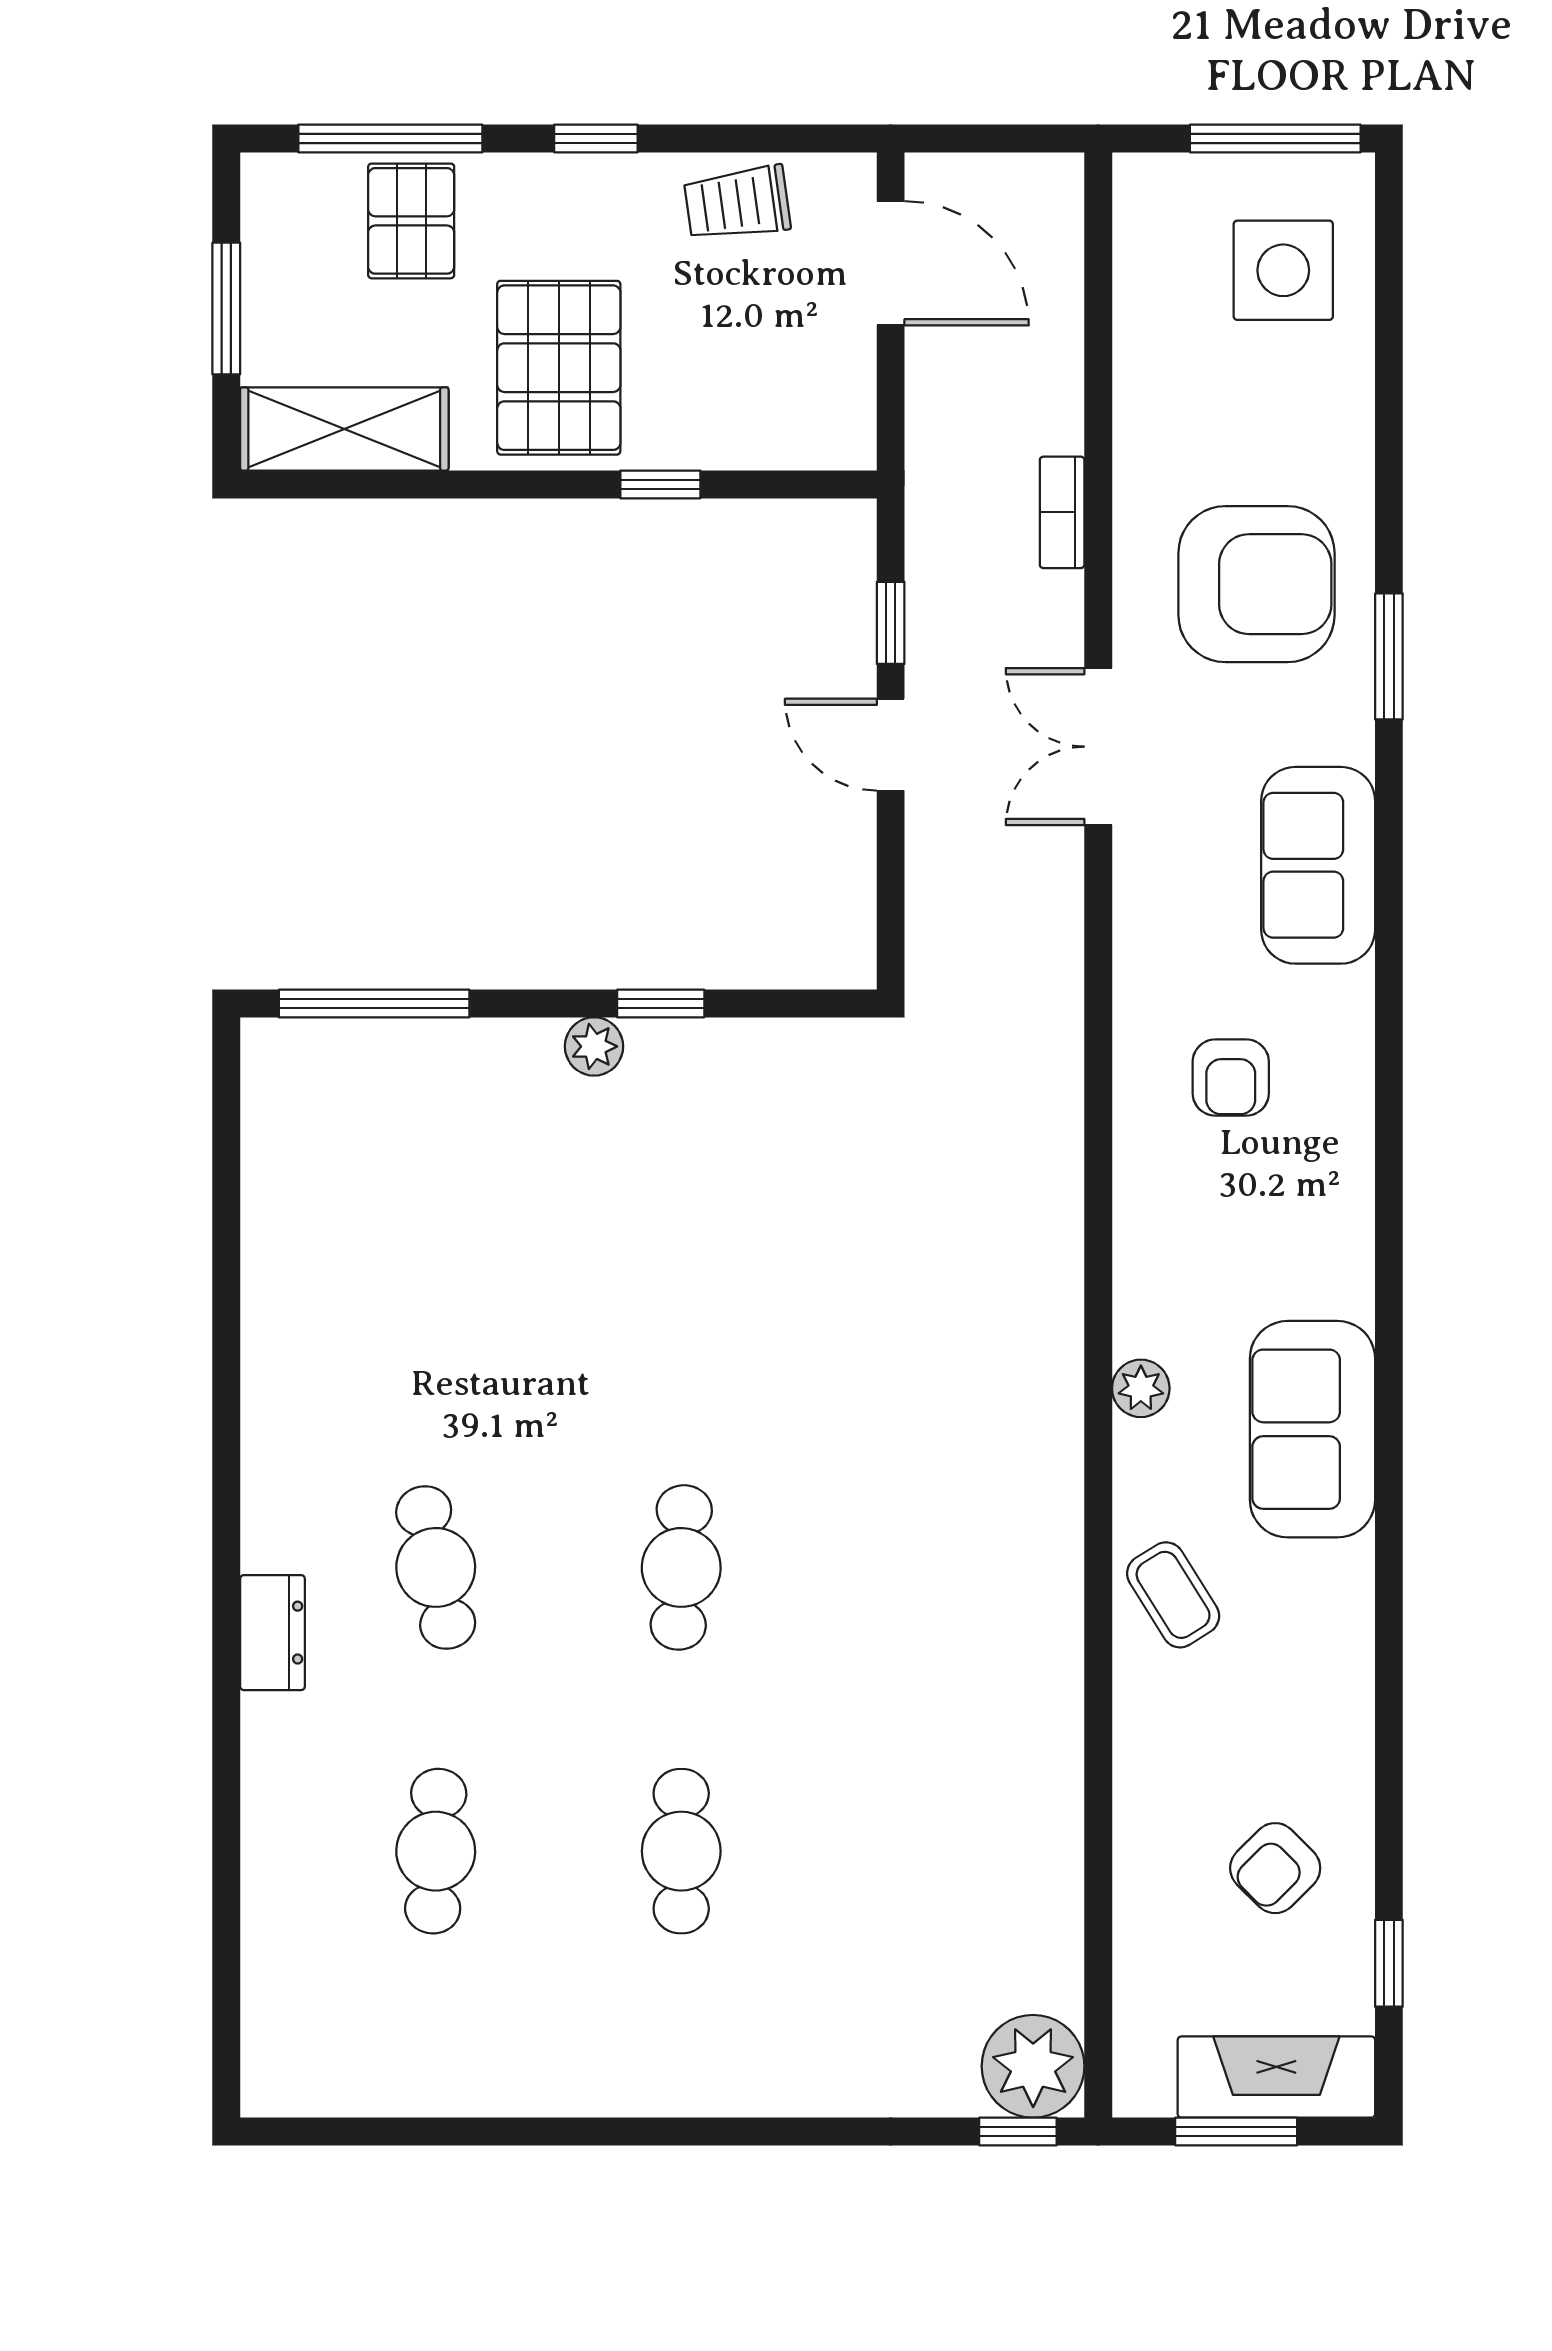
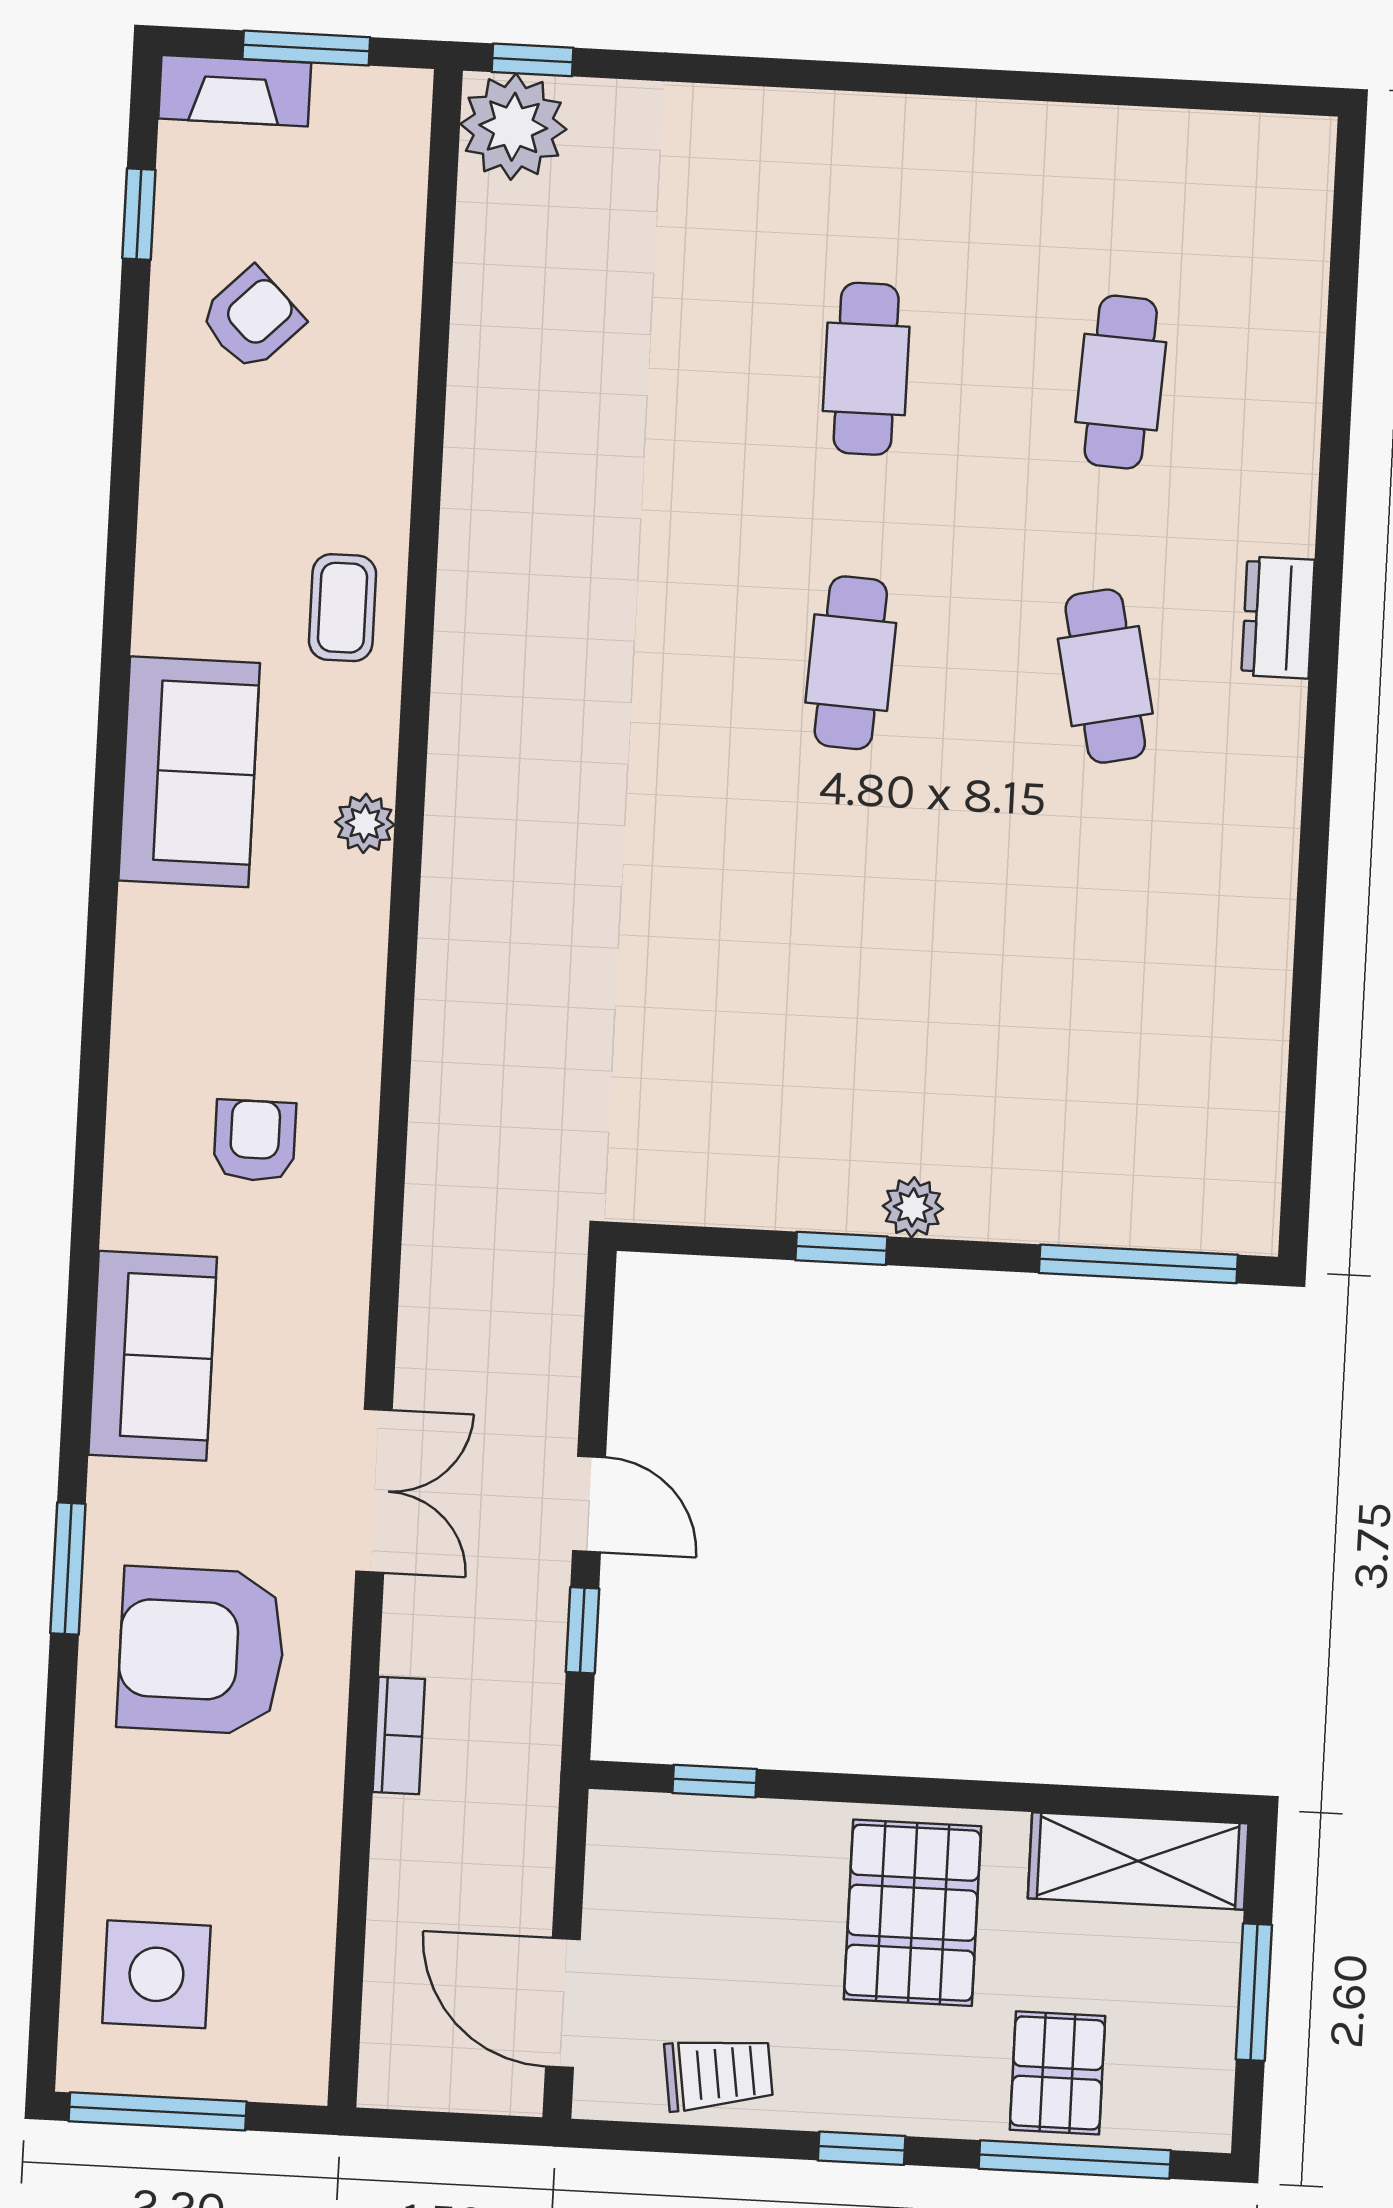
window: (660, 484) -> (715, 1781), moved
coffee table: (1173, 1595) -> (343, 608), turned 32
fireplace: (1276, 2077) -> (235, 91), width x0.73, depth x0.76

